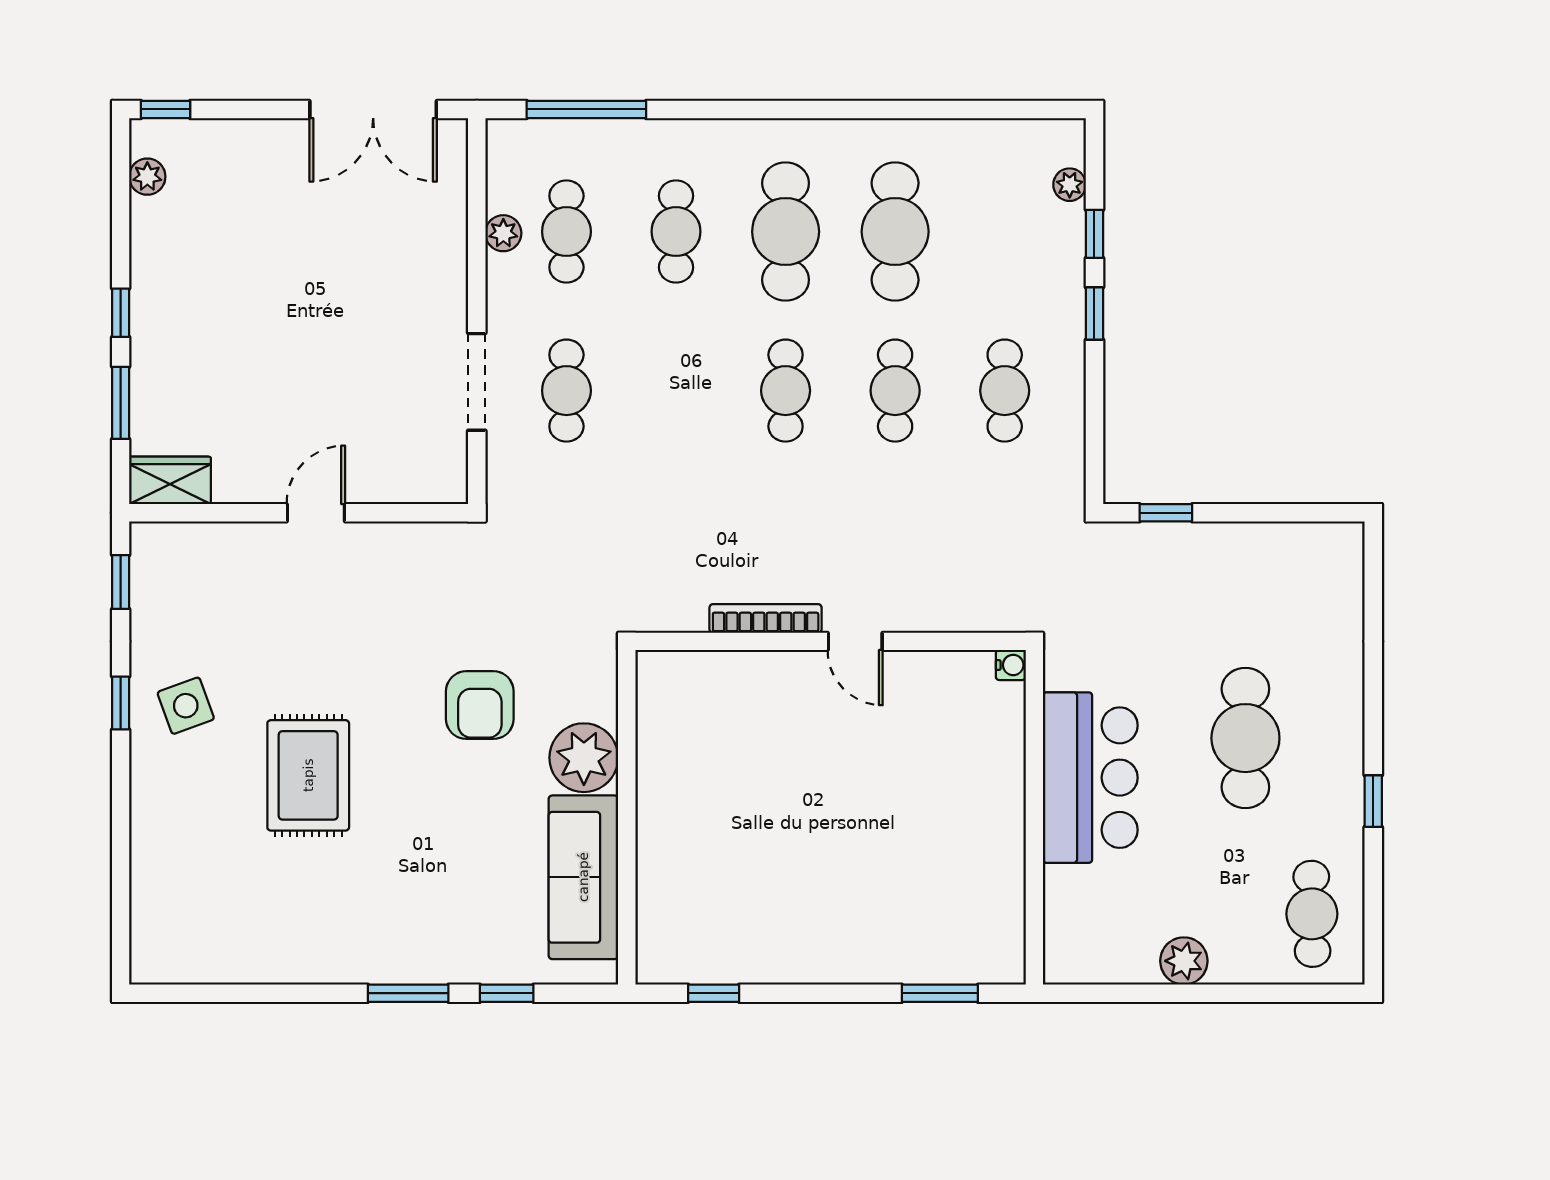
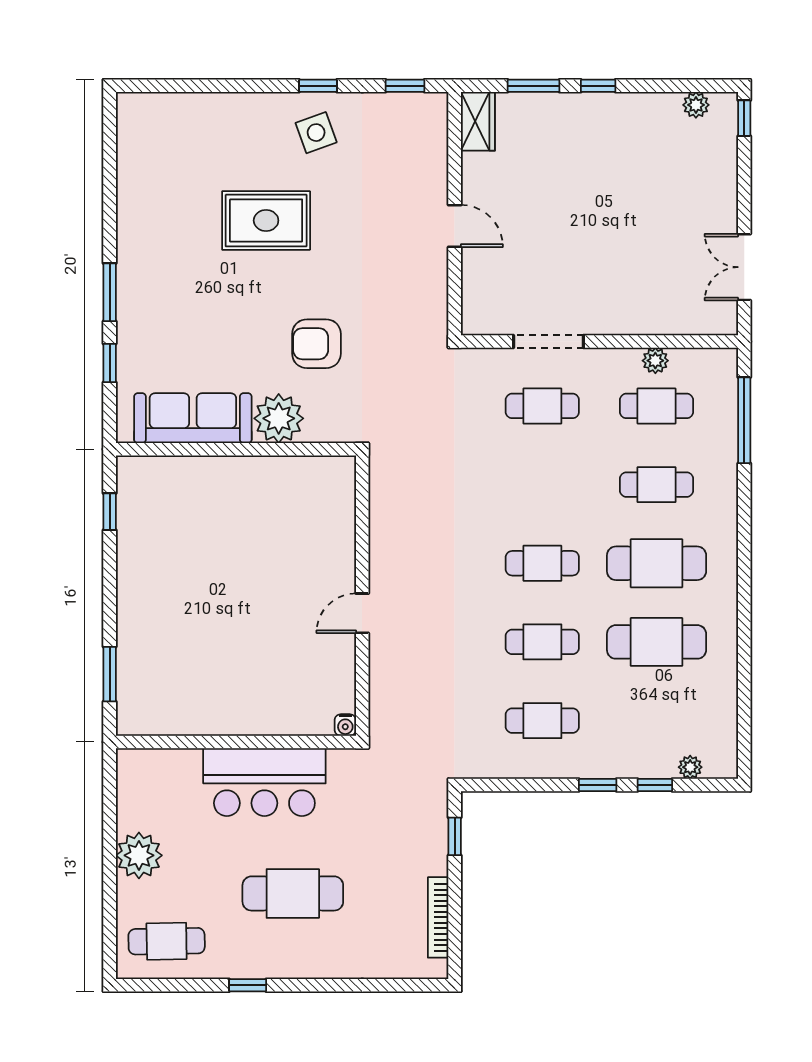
double door: (373, 109) -> (744, 267), width x0.73
bookcase: (766, 618) -> (438, 917), moved, turned 180
plant: (1184, 961) -> (139, 855), width x1.36, depth x1.36

